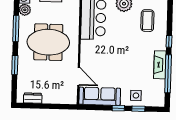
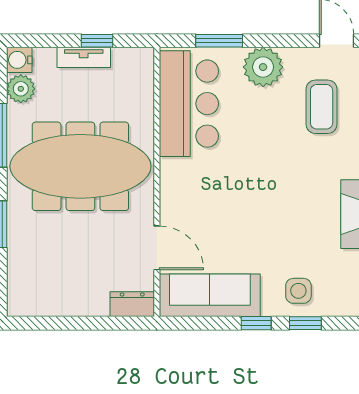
meeting table: (48, 42) -> (80, 166), width x1.36
dresser: (33, 98) -> (132, 304), moved

